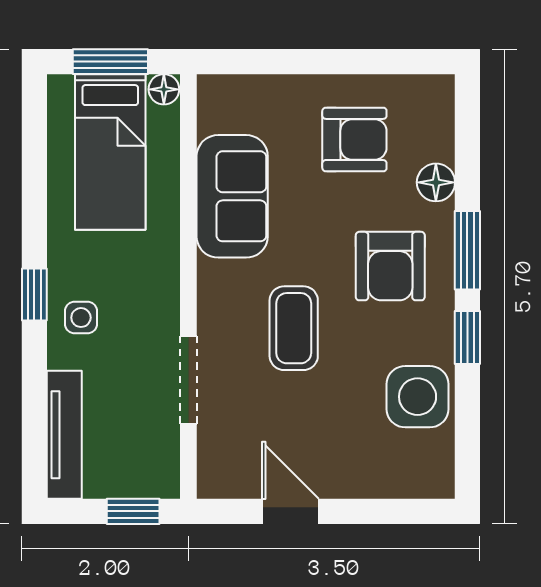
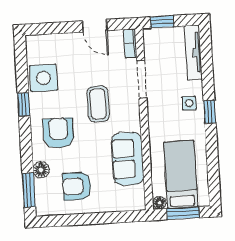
window: (467, 250) -> (29, 190), moved
bookcase: (210, 465) -> (130, 43), added

